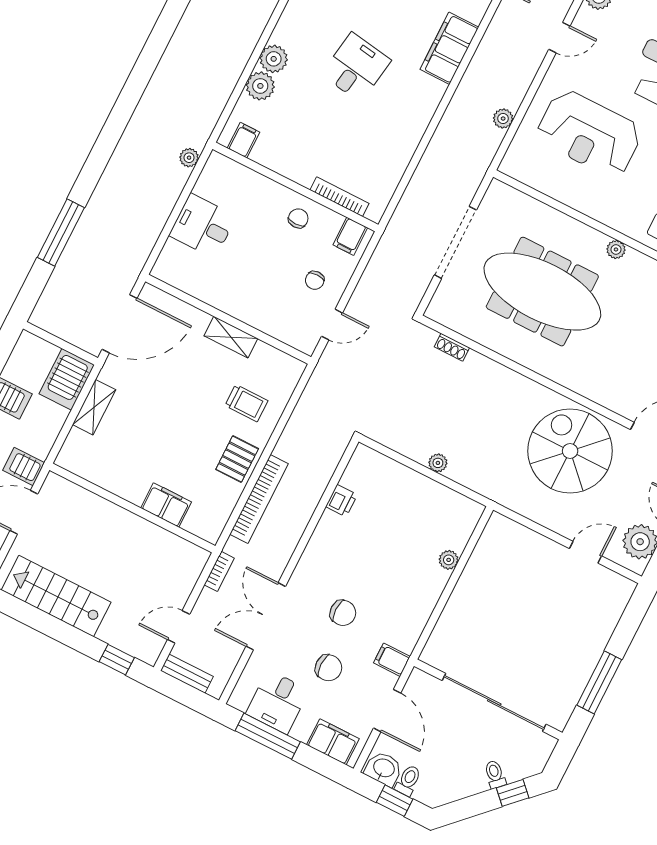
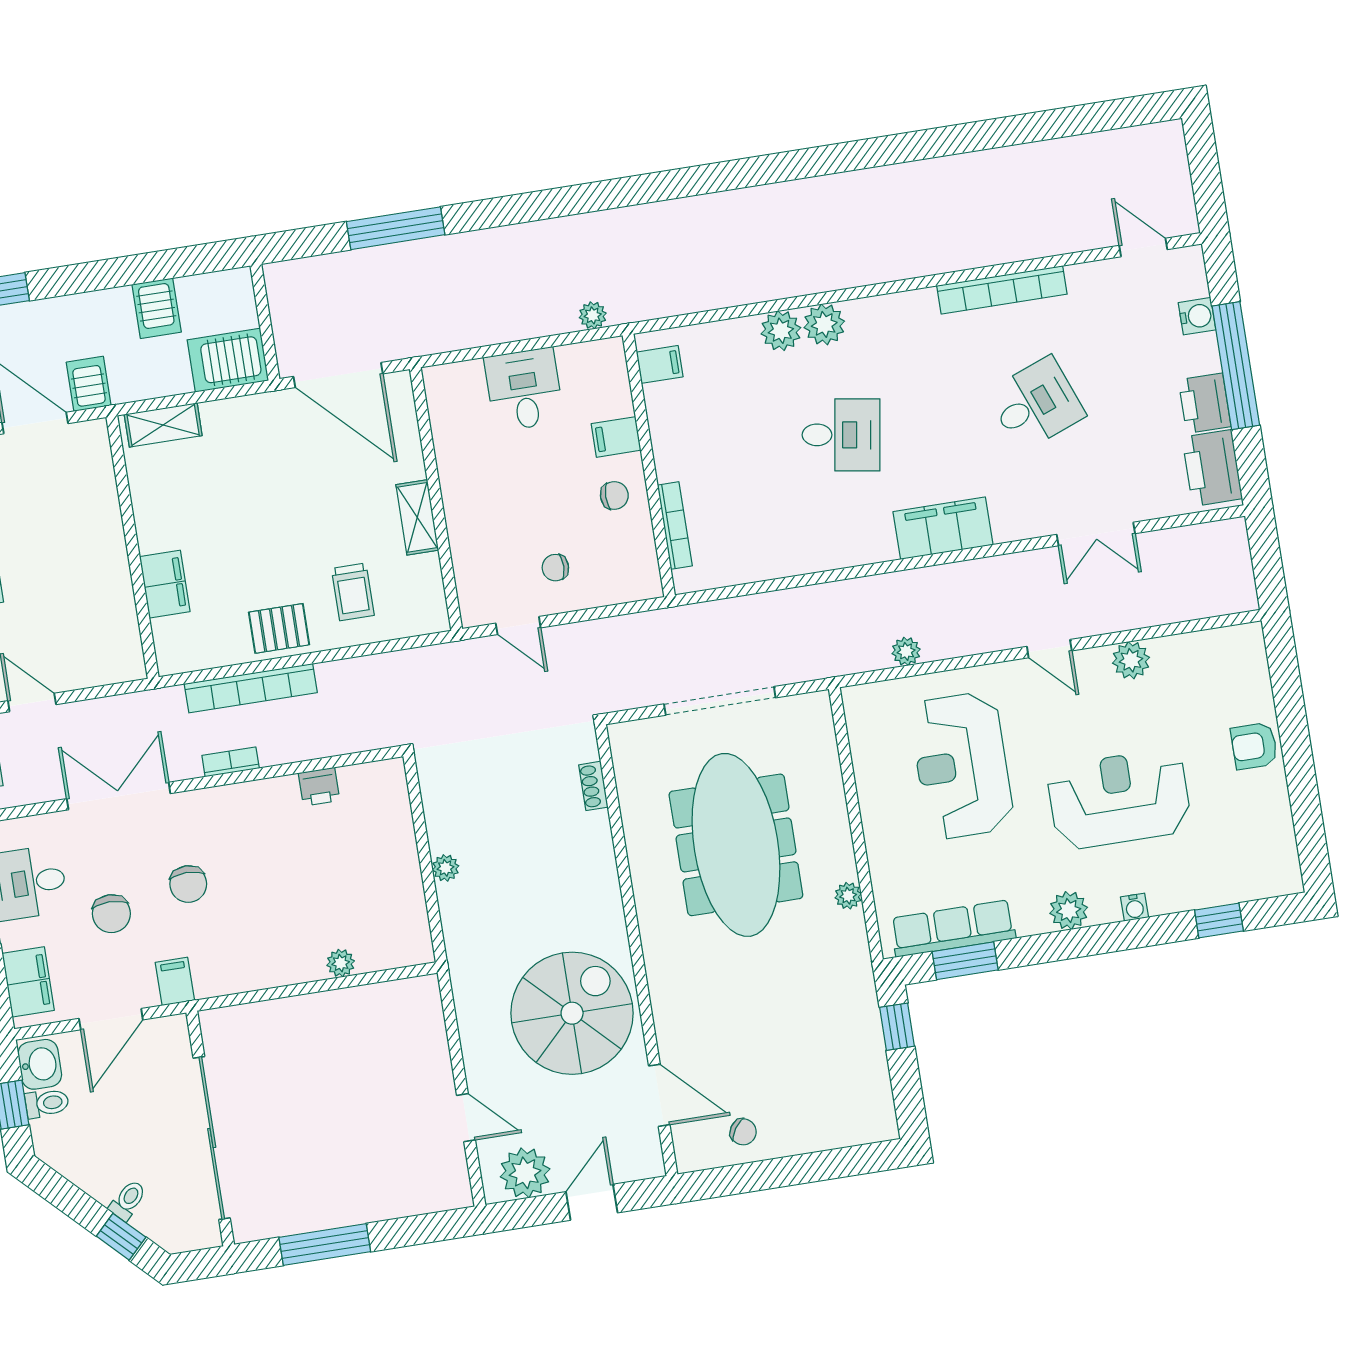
plant: (260, 86) -> (824, 324), moved
filing cabinet: (350, 236) -> (616, 437), moved
shelving: (94, 407) -> (163, 425), moved
bookcase: (219, 571) -> (231, 762), moved, turned 180

